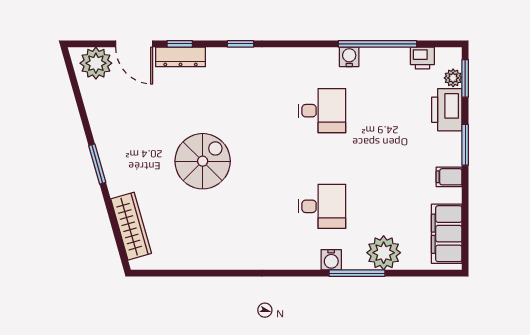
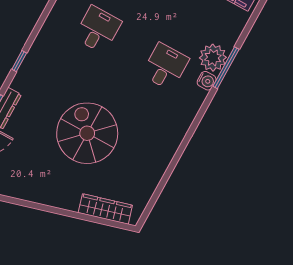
spiral stairs: (203, 161) -> (87, 133), width x1.37, depth x1.37
window: (97, 164) -> (48, 209), removed
plant: (384, 253) -> (213, 58), moved

